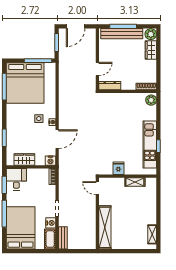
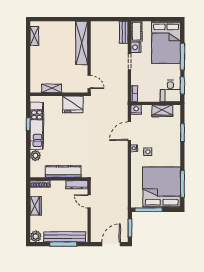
wardrobe: (151, 50) -> (36, 206), moved
door: (97, 69) -> (89, 201), hinge flipped
kitchen counter: (123, 99) -> (63, 172), added
plant: (151, 100) -> (35, 156), moved
fridge: (118, 168) -> (73, 104), width x1.88, depth x1.34

